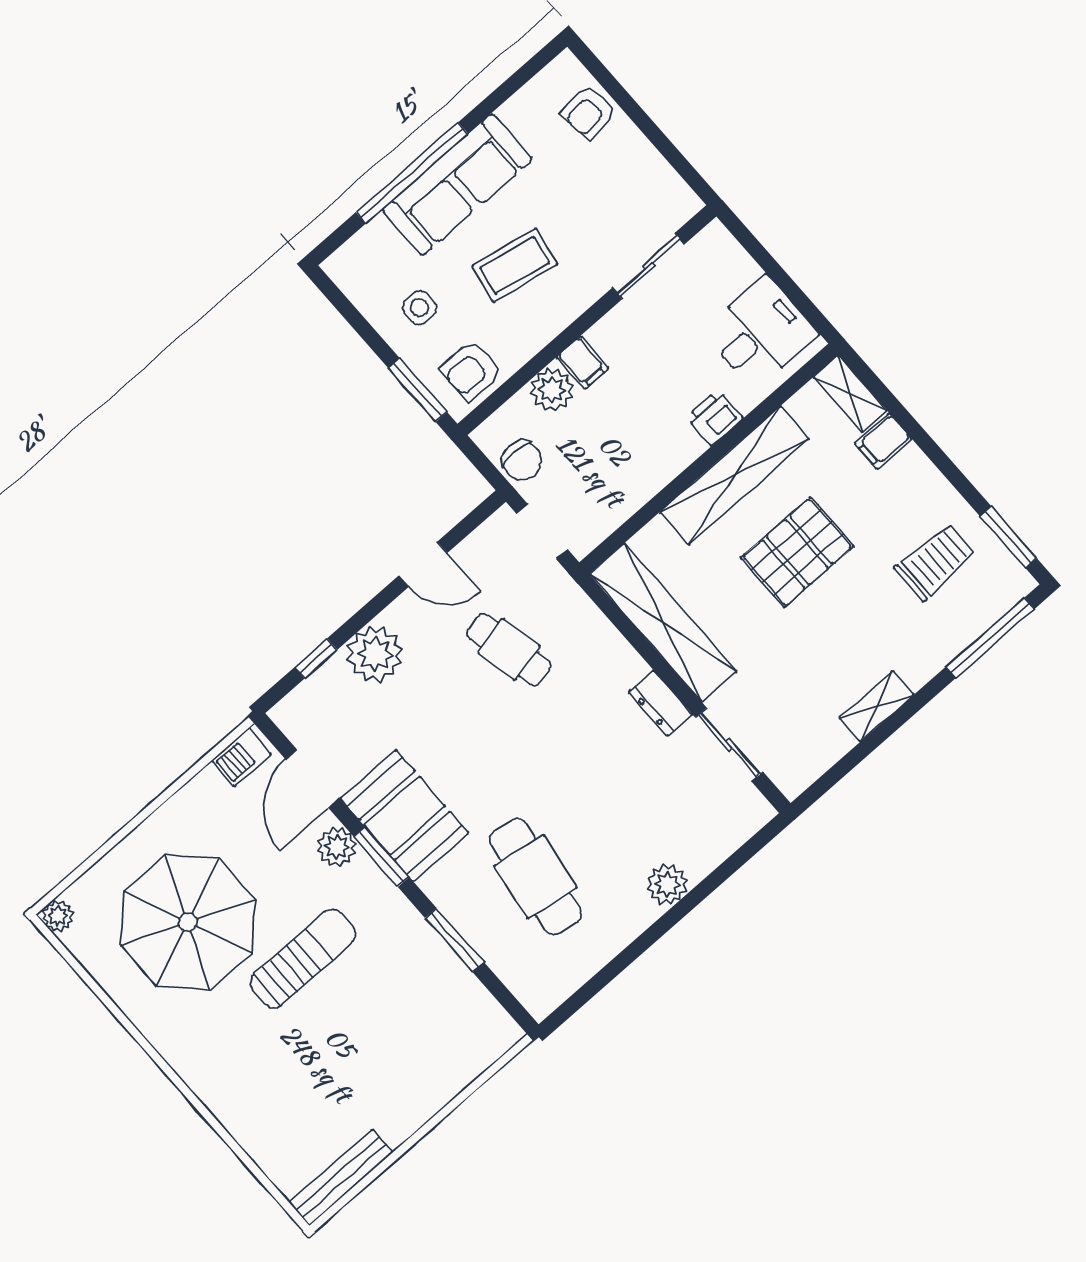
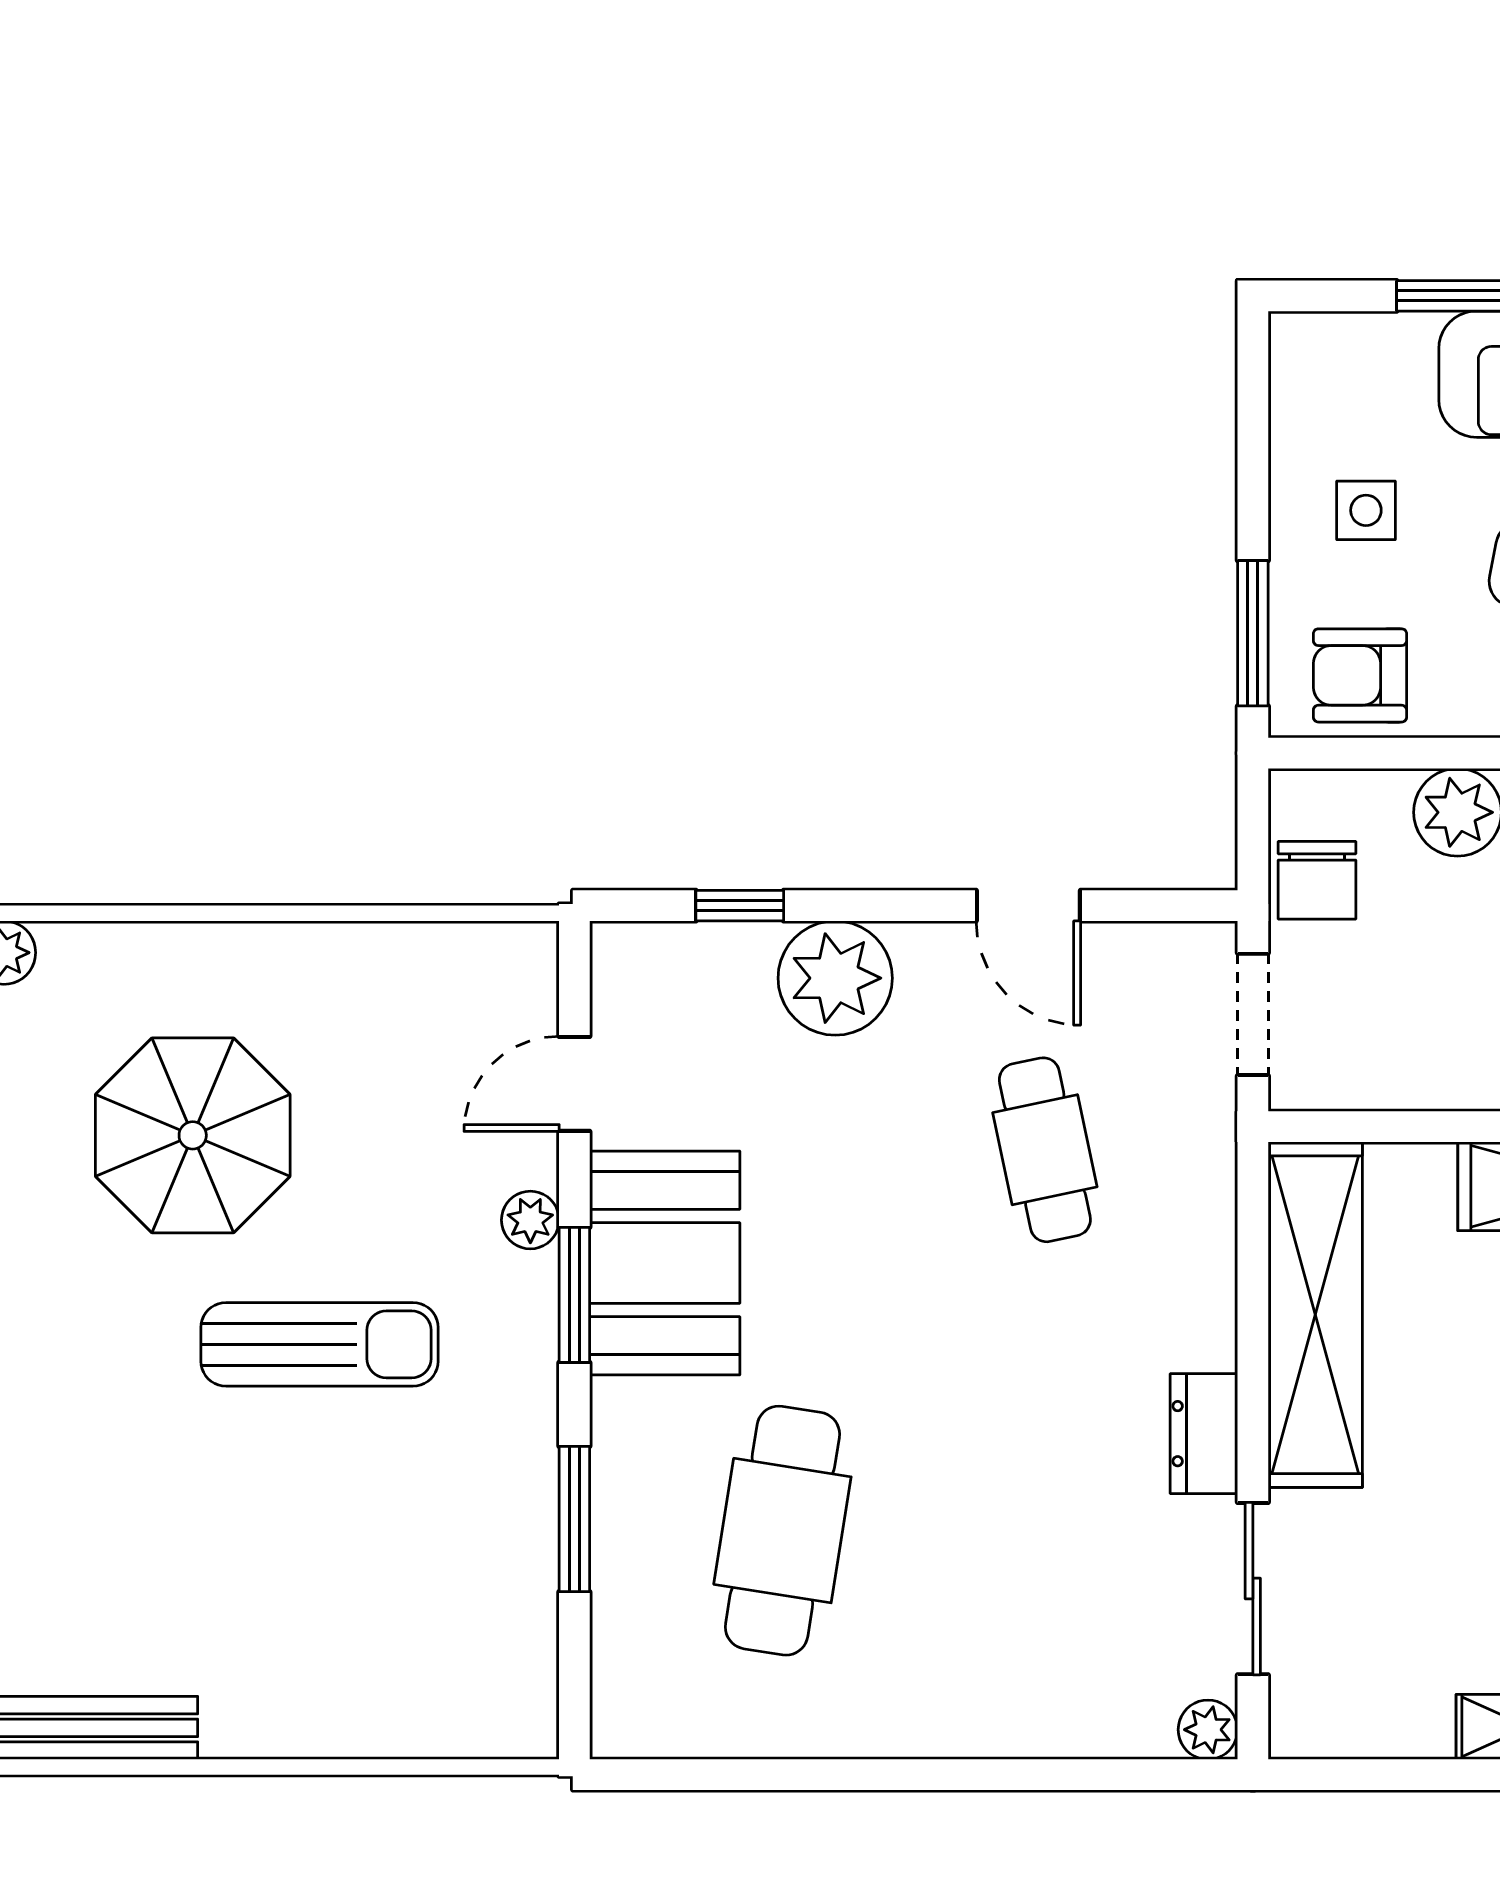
barbecue: (241, 757) -> (494, 956), removed
door: (313, 779) -> (574, 1084), width x0.73
plant: (337, 847) -> (530, 1220), width x0.73, depth x0.73
plant: (667, 885) -> (1208, 1730), moved, width x0.73, depth x0.73
parasol: (188, 922) -> (193, 1135), width x0.73, depth x0.73

